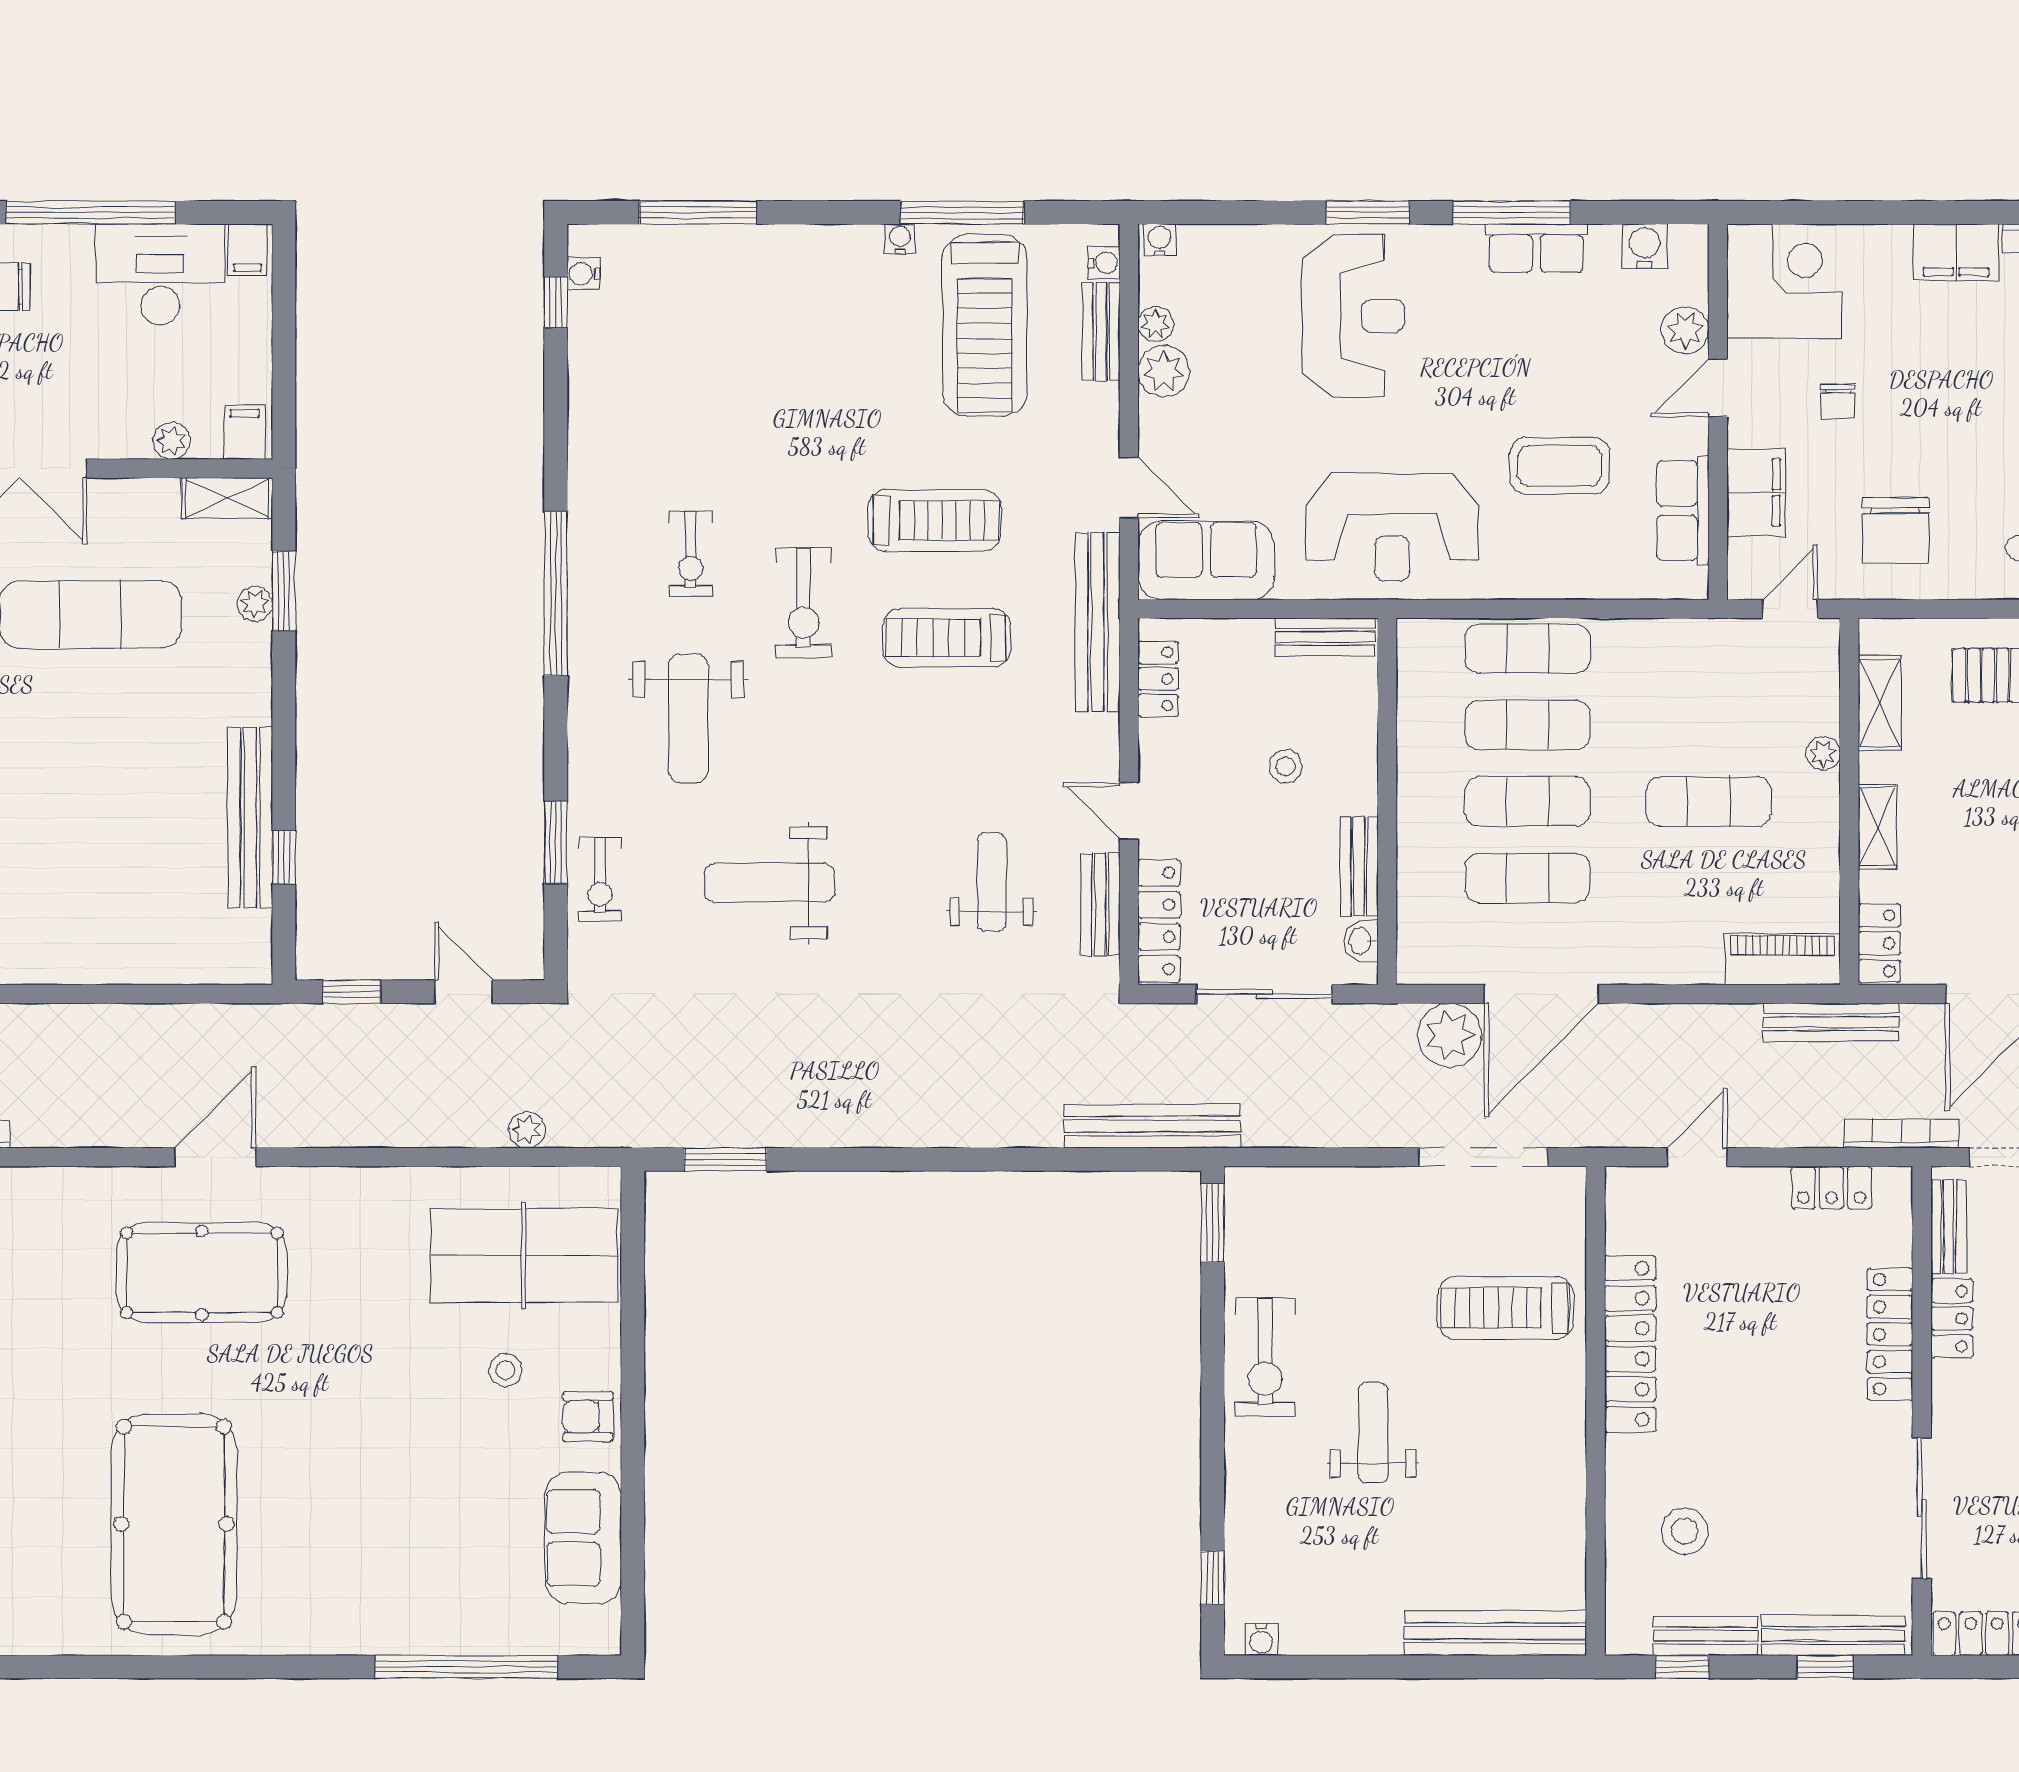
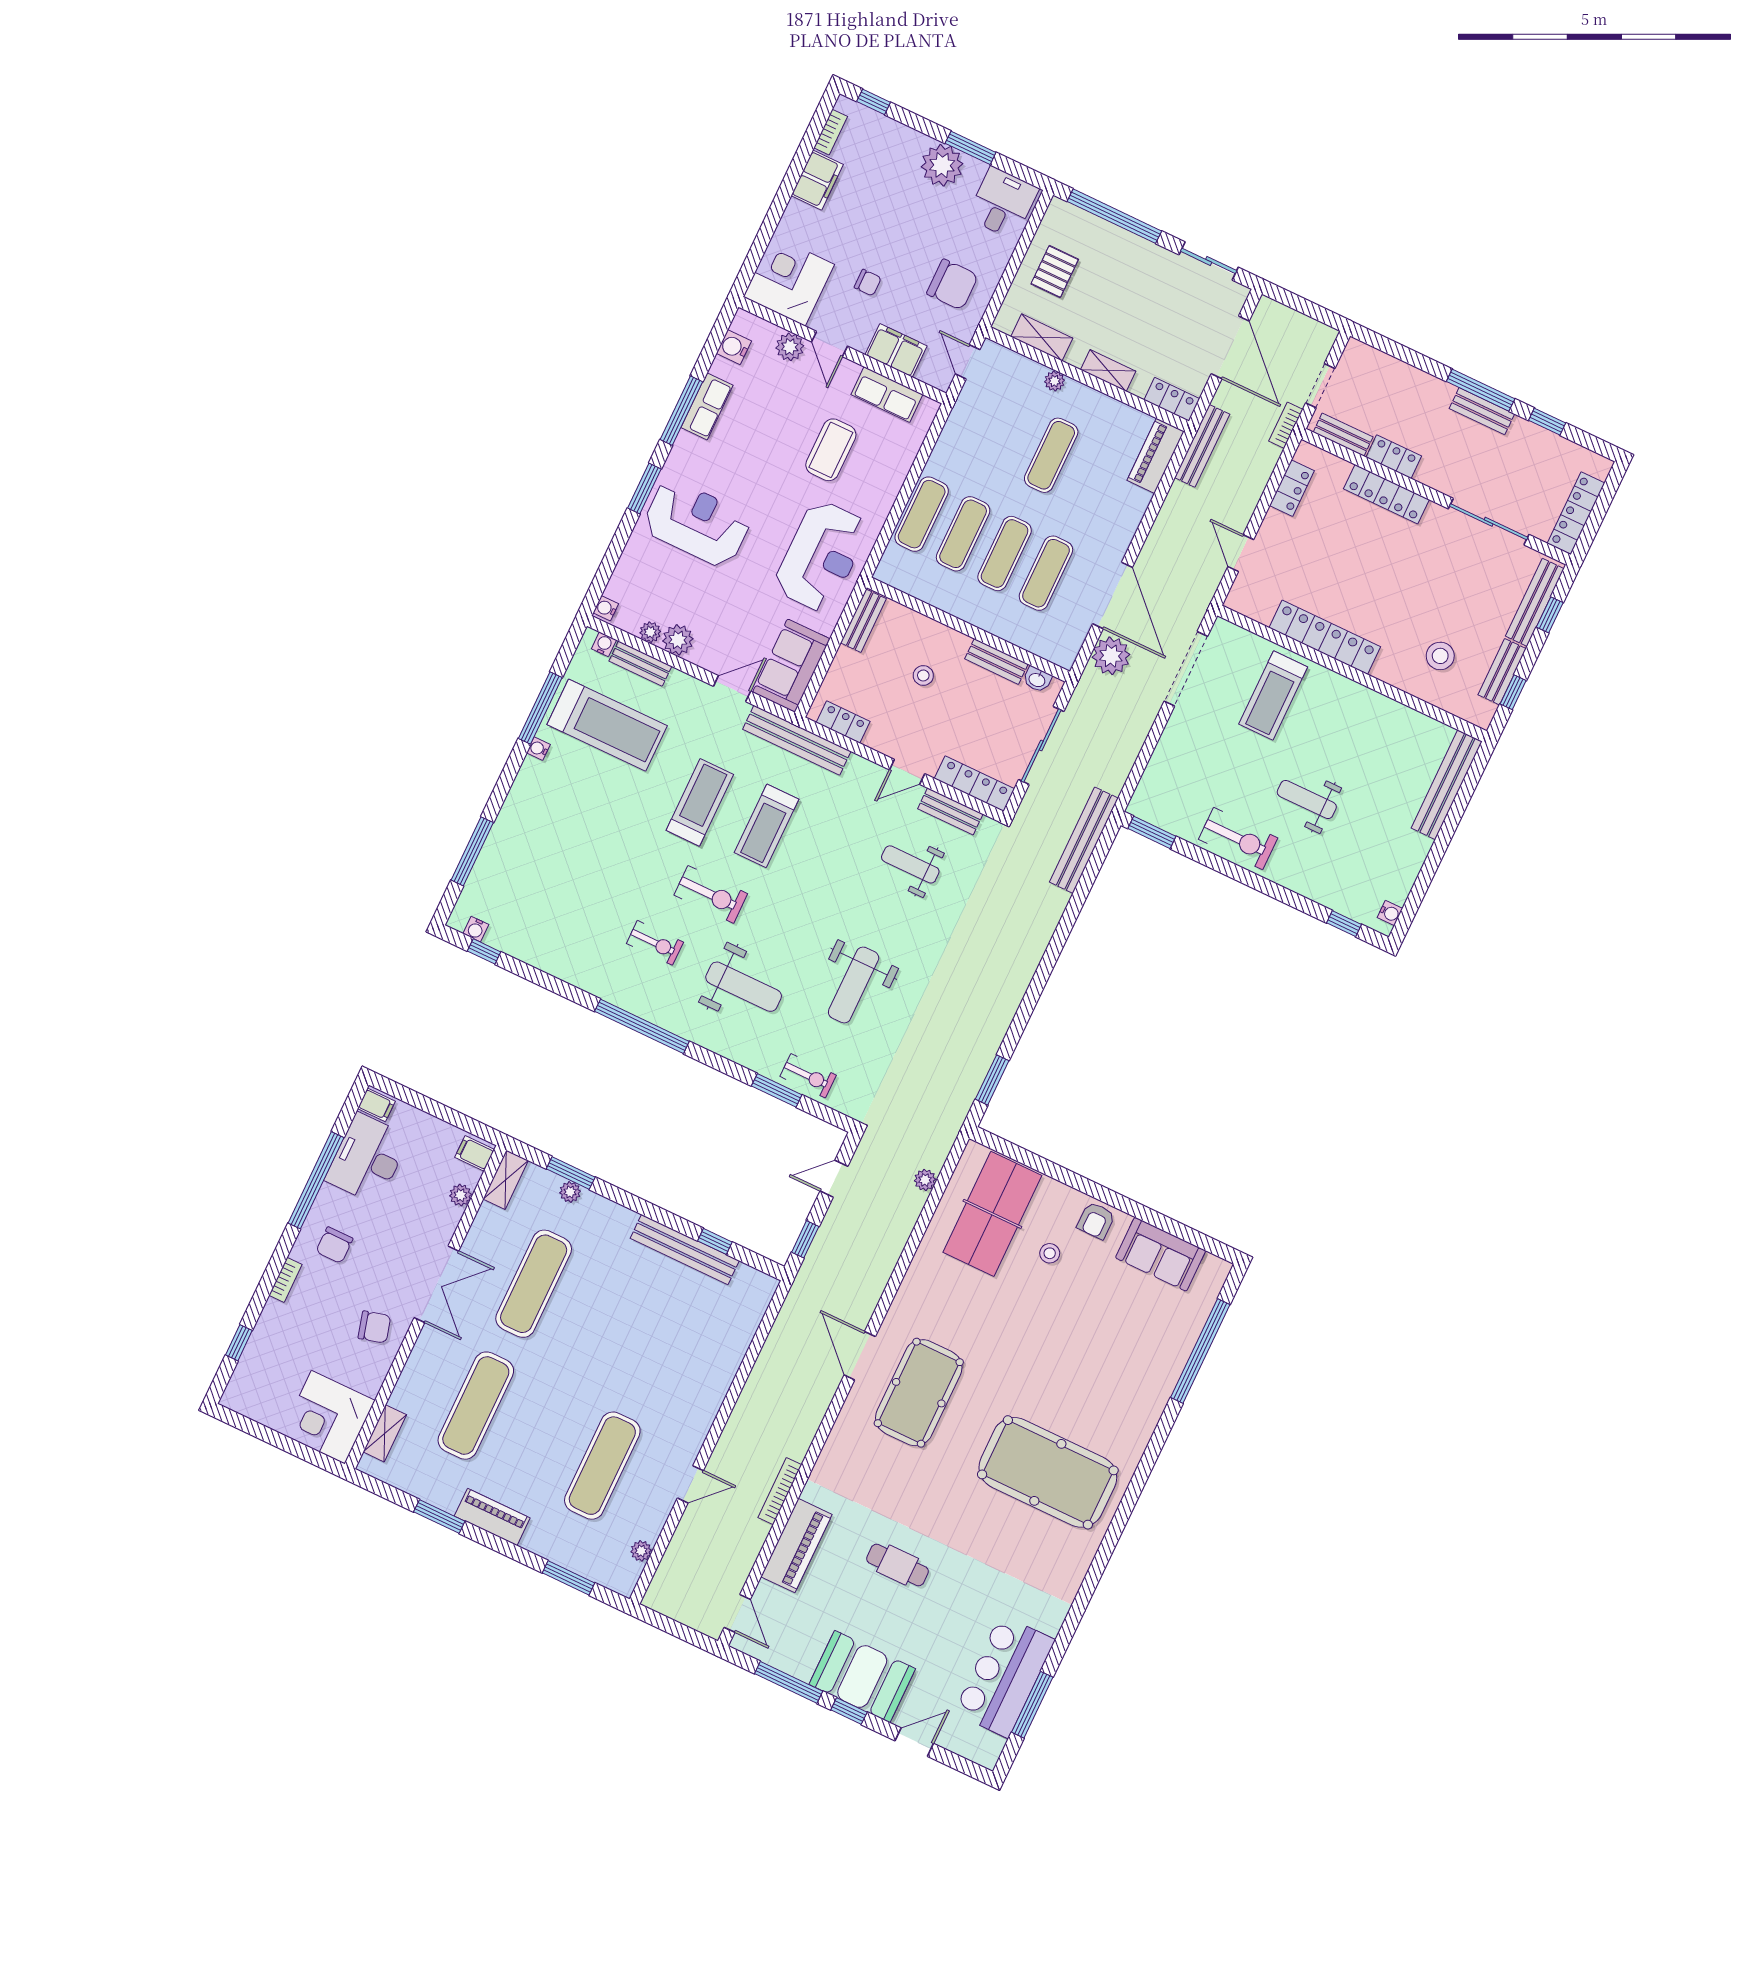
bookcase: (1901, 1134) -> (1286, 425), width x0.64

